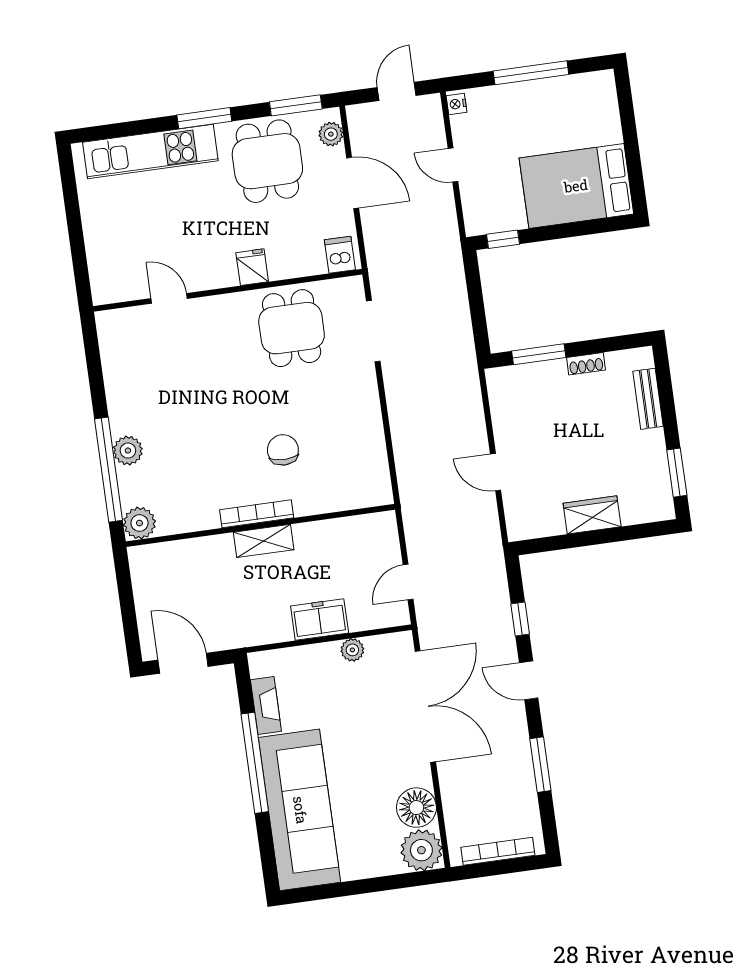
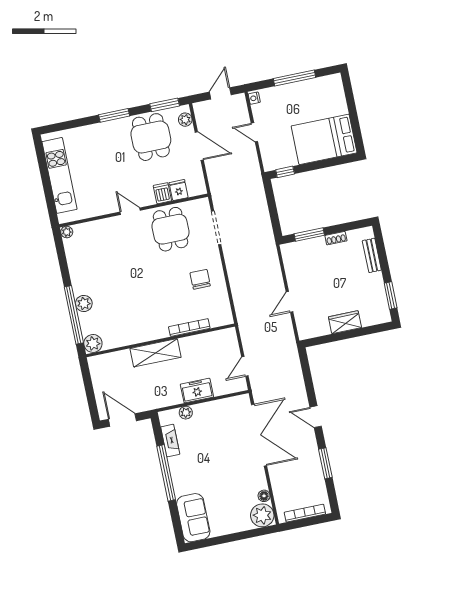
kitchen unit: (150, 151) -> (60, 175), moved, turned -90
dishwasher: (340, 255) -> (162, 193), moved
fridge: (252, 267) -> (179, 190), moved
door: (169, 298) -> (130, 211), moved
plant: (106, 321) -> (67, 232), added
chair: (283, 450) -> (200, 279), moved
door: (496, 472) -> (290, 302), hinge flipped
bookcase: (257, 514) -> (189, 327), moved
shelving: (264, 541) -> (155, 353), width x1.50, depth x1.33
window: (520, 619) -> (309, 383), removed
plant: (352, 650) -> (186, 413), moved
floor lamp: (416, 808) -> (264, 496), width x0.53, depth x0.53
sofa: (300, 810) -> (193, 518), width x0.54, depth x0.79

